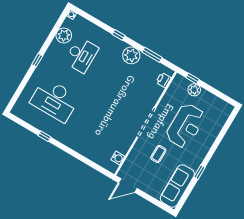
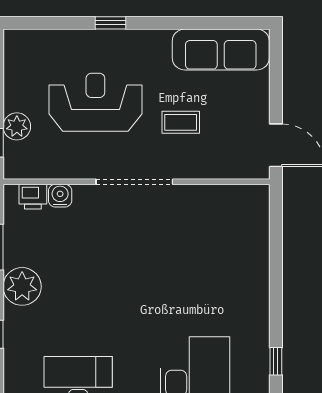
water cooler: (118, 158) -> (60, 196), moved
window: (199, 172) -> (110, 23), moved

